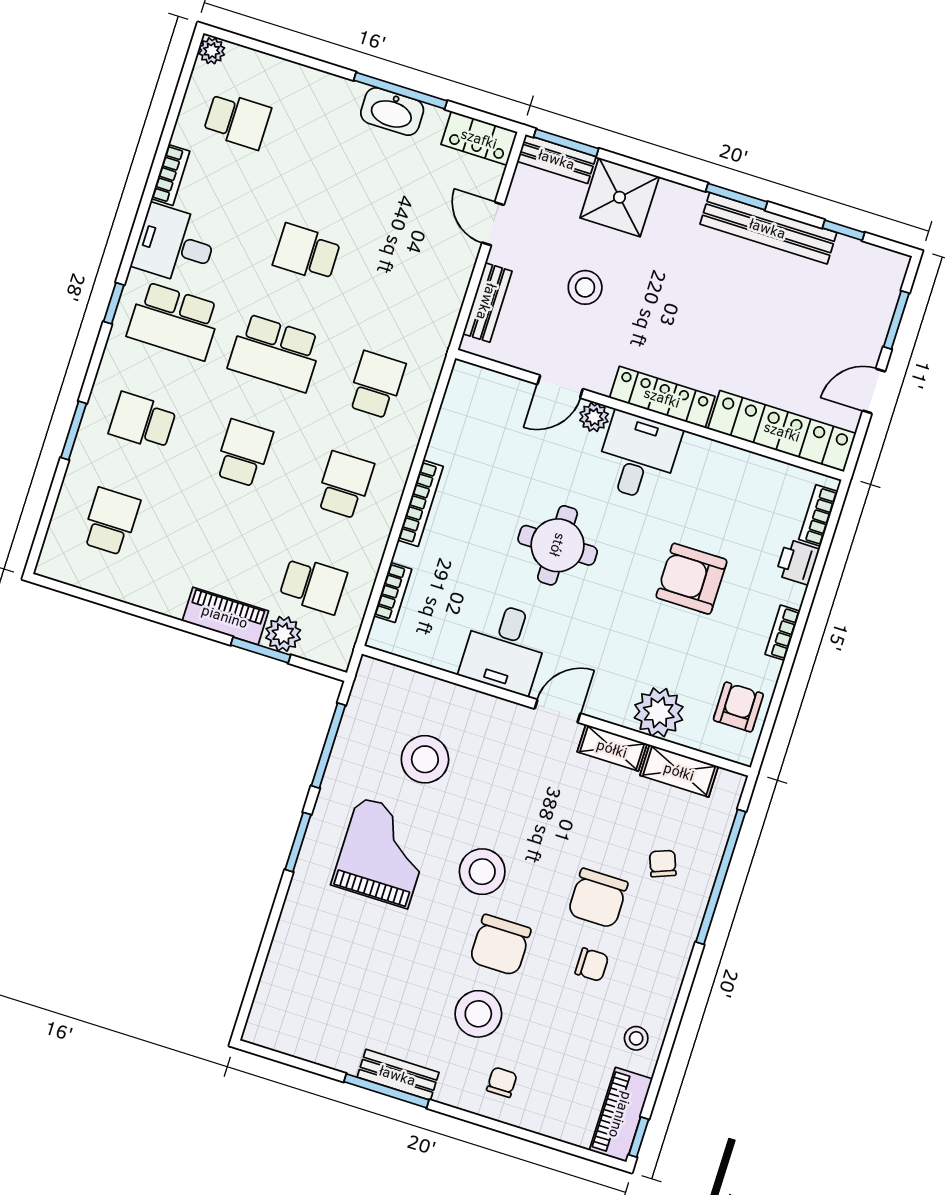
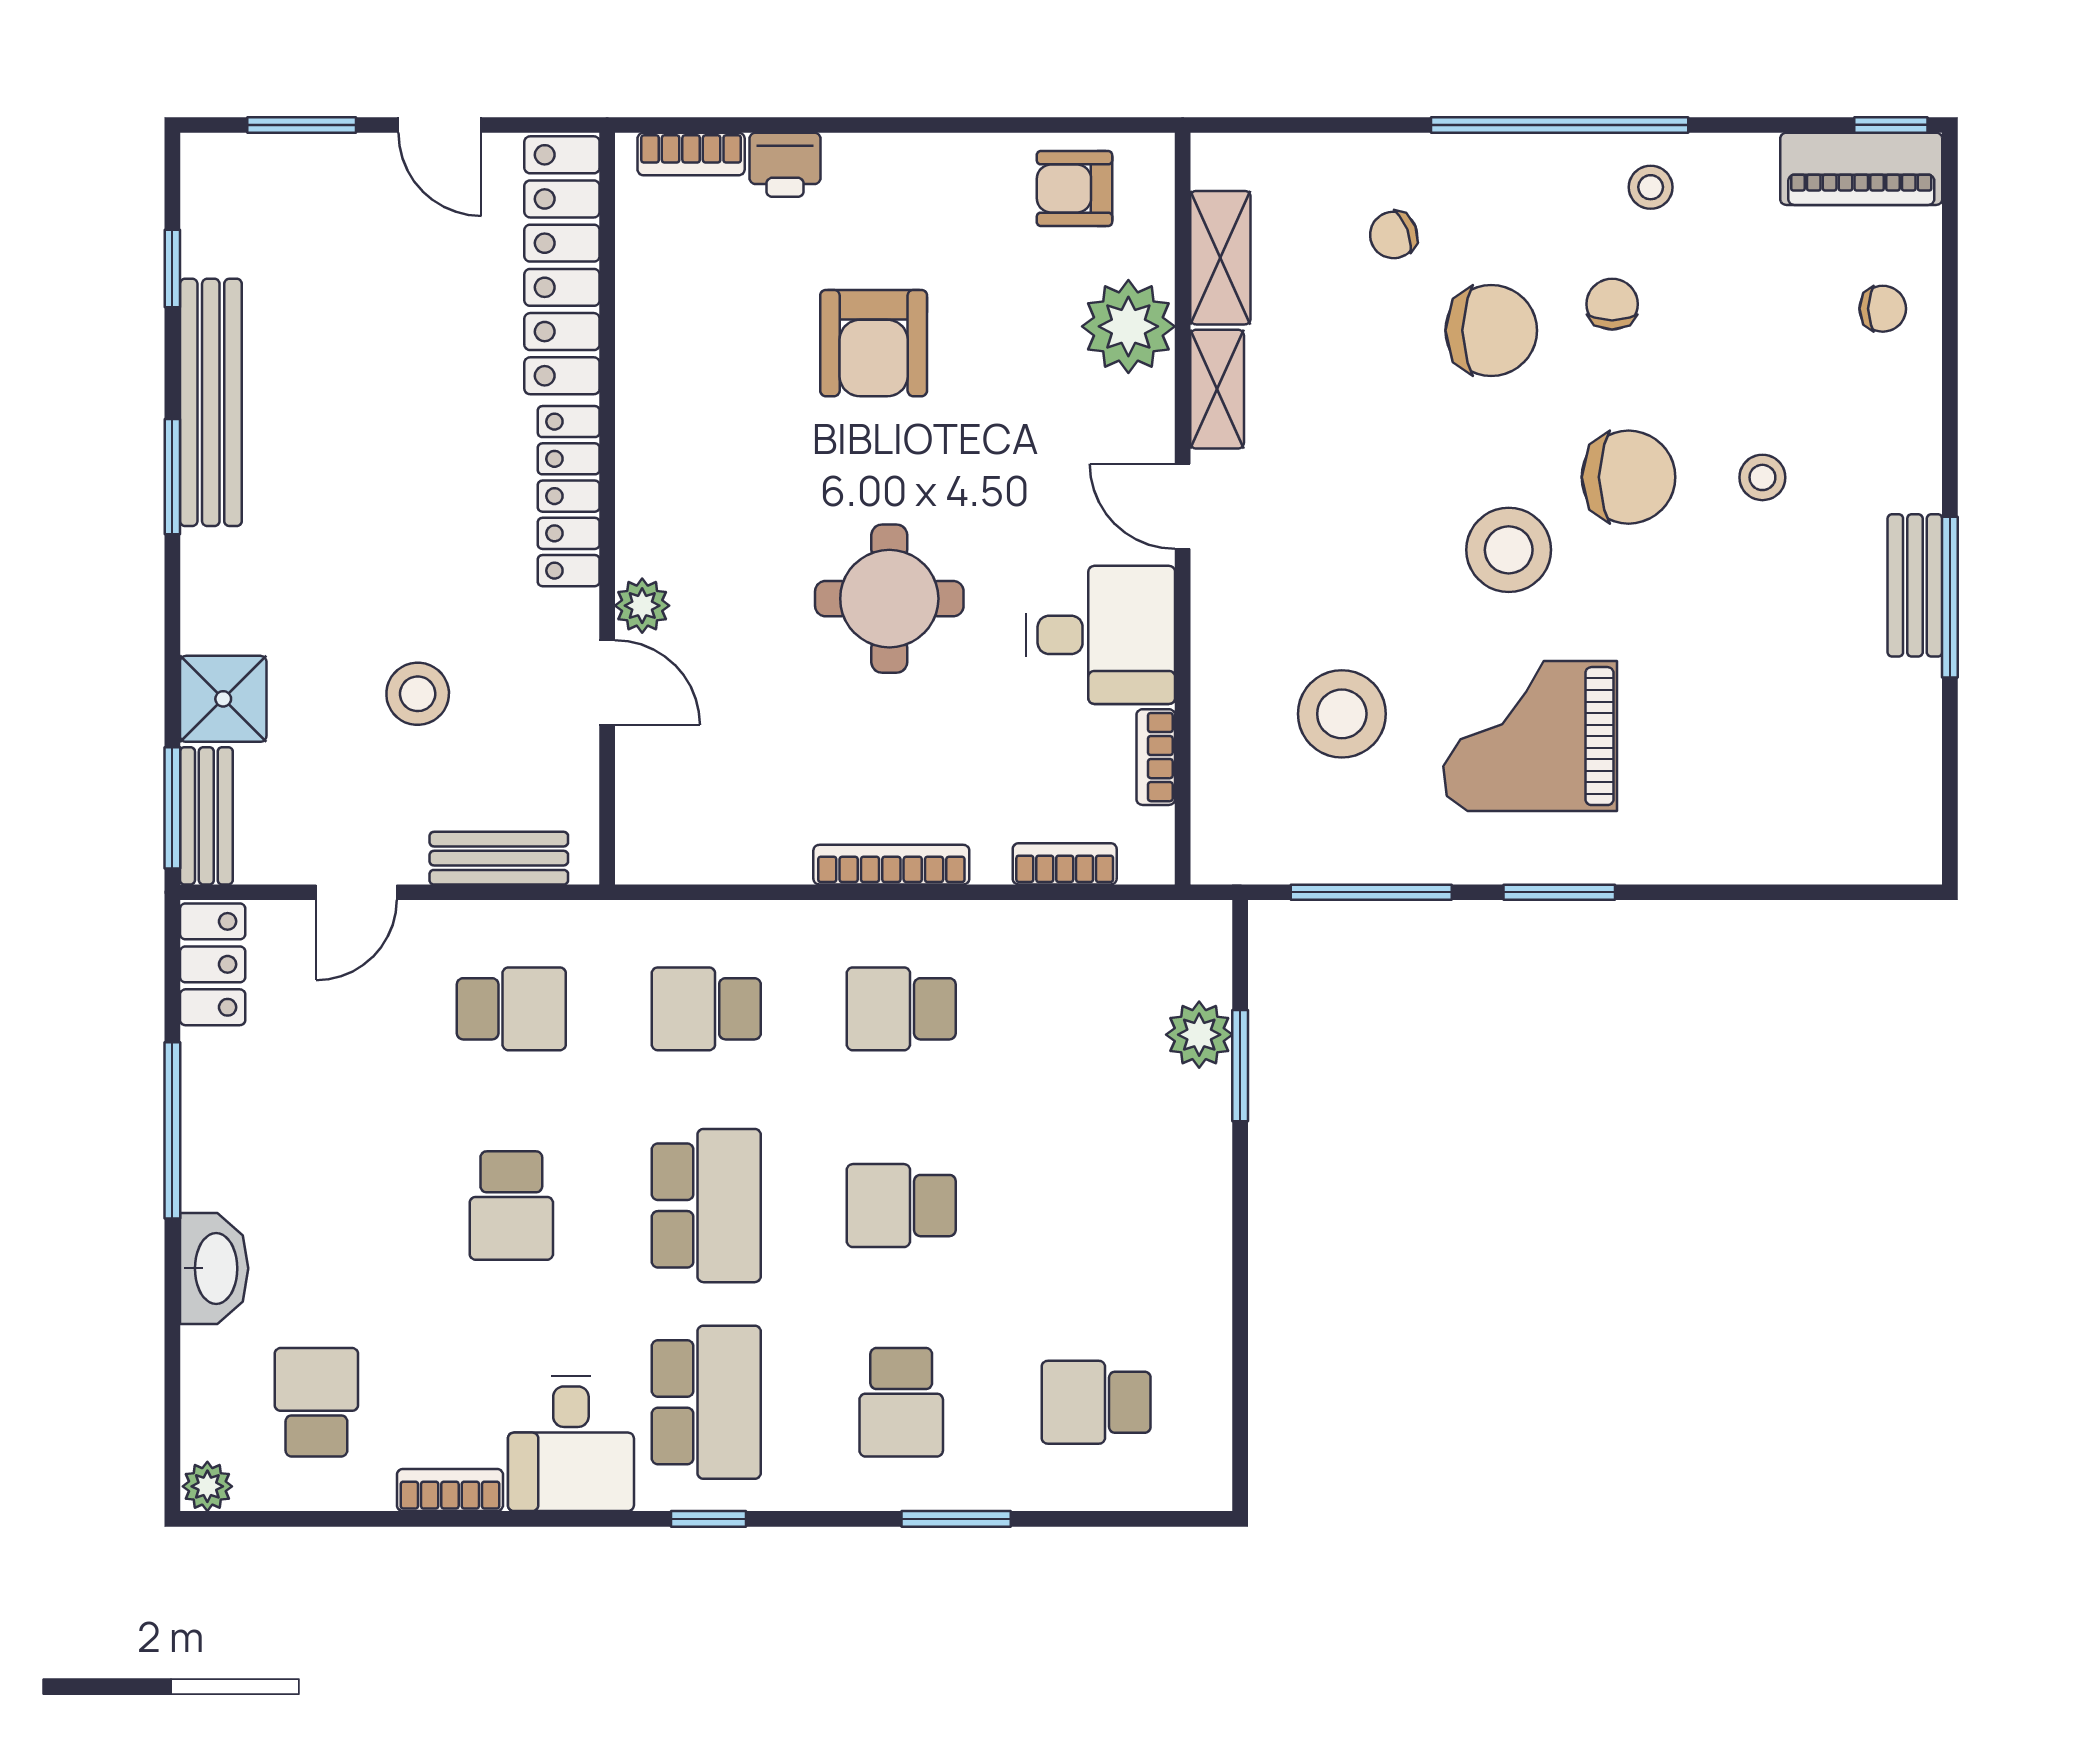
washbasin: (392, 111) -> (214, 1268), moved
shower: (620, 197) -> (223, 699), width x0.73, depth x0.73
desk: (638, 456) -> (687, 506), removed
school desk: (313, 585) -> (511, 1009), moved, turned 90
piano: (225, 616) -> (1199, 1147), removed
bookcase: (783, 633) -> (1156, 757), moved, turned 90
window: (721, 877) -> (1560, 125), moved
stool: (478, 1014) -> (1762, 477), width x0.53, depth x0.53
stool: (636, 1038) -> (1651, 187), moved
chair: (502, 1082) -> (1883, 309), moved, turned 180

